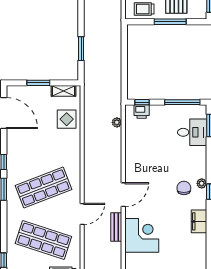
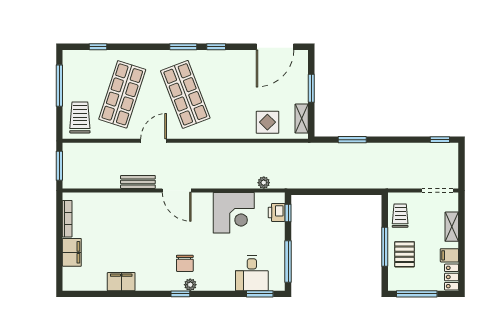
chair: (184, 188) -> (185, 263), turned 90
door: (82, 214) -> (154, 141), swing flipped
filing cabinet: (199, 221) -> (121, 282), moved
corner desk: (142, 235) -> (234, 213), moved

